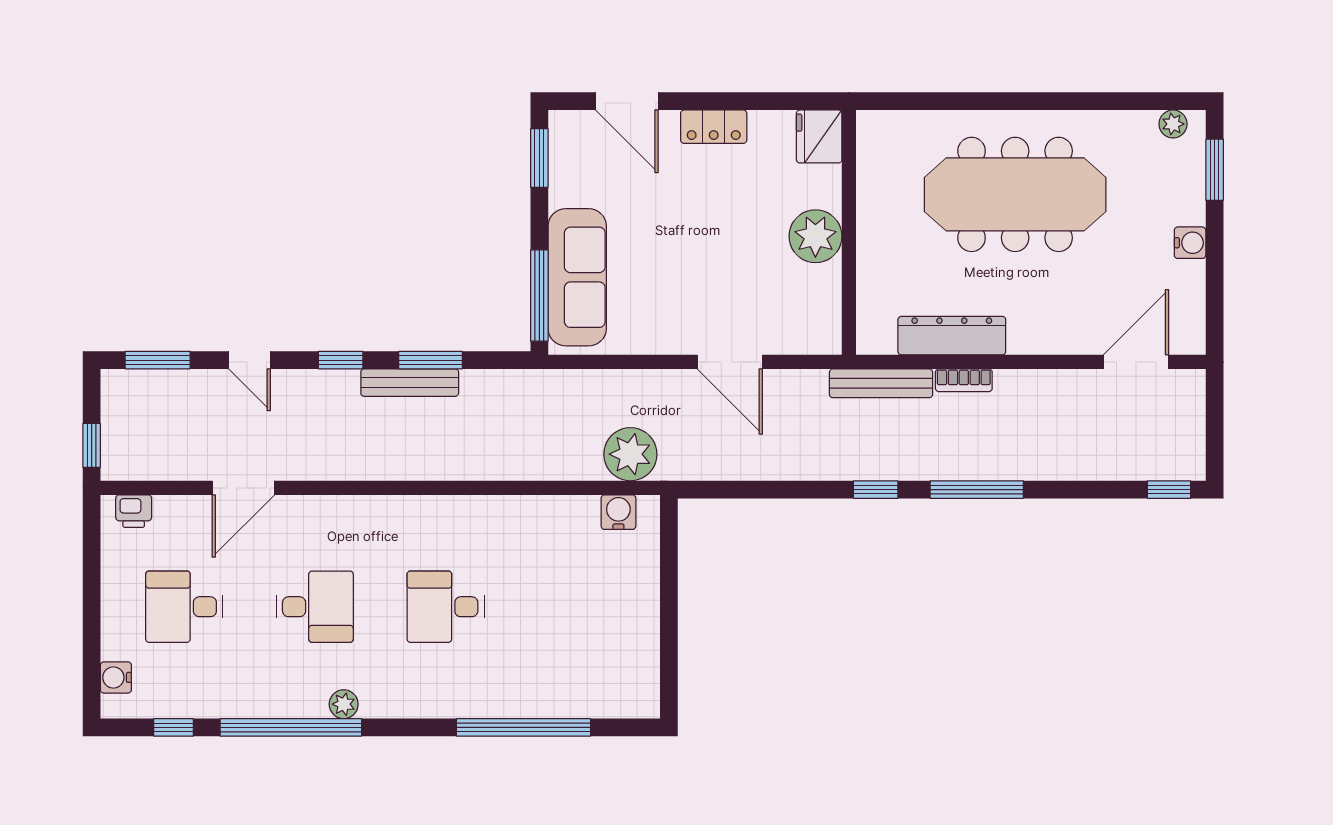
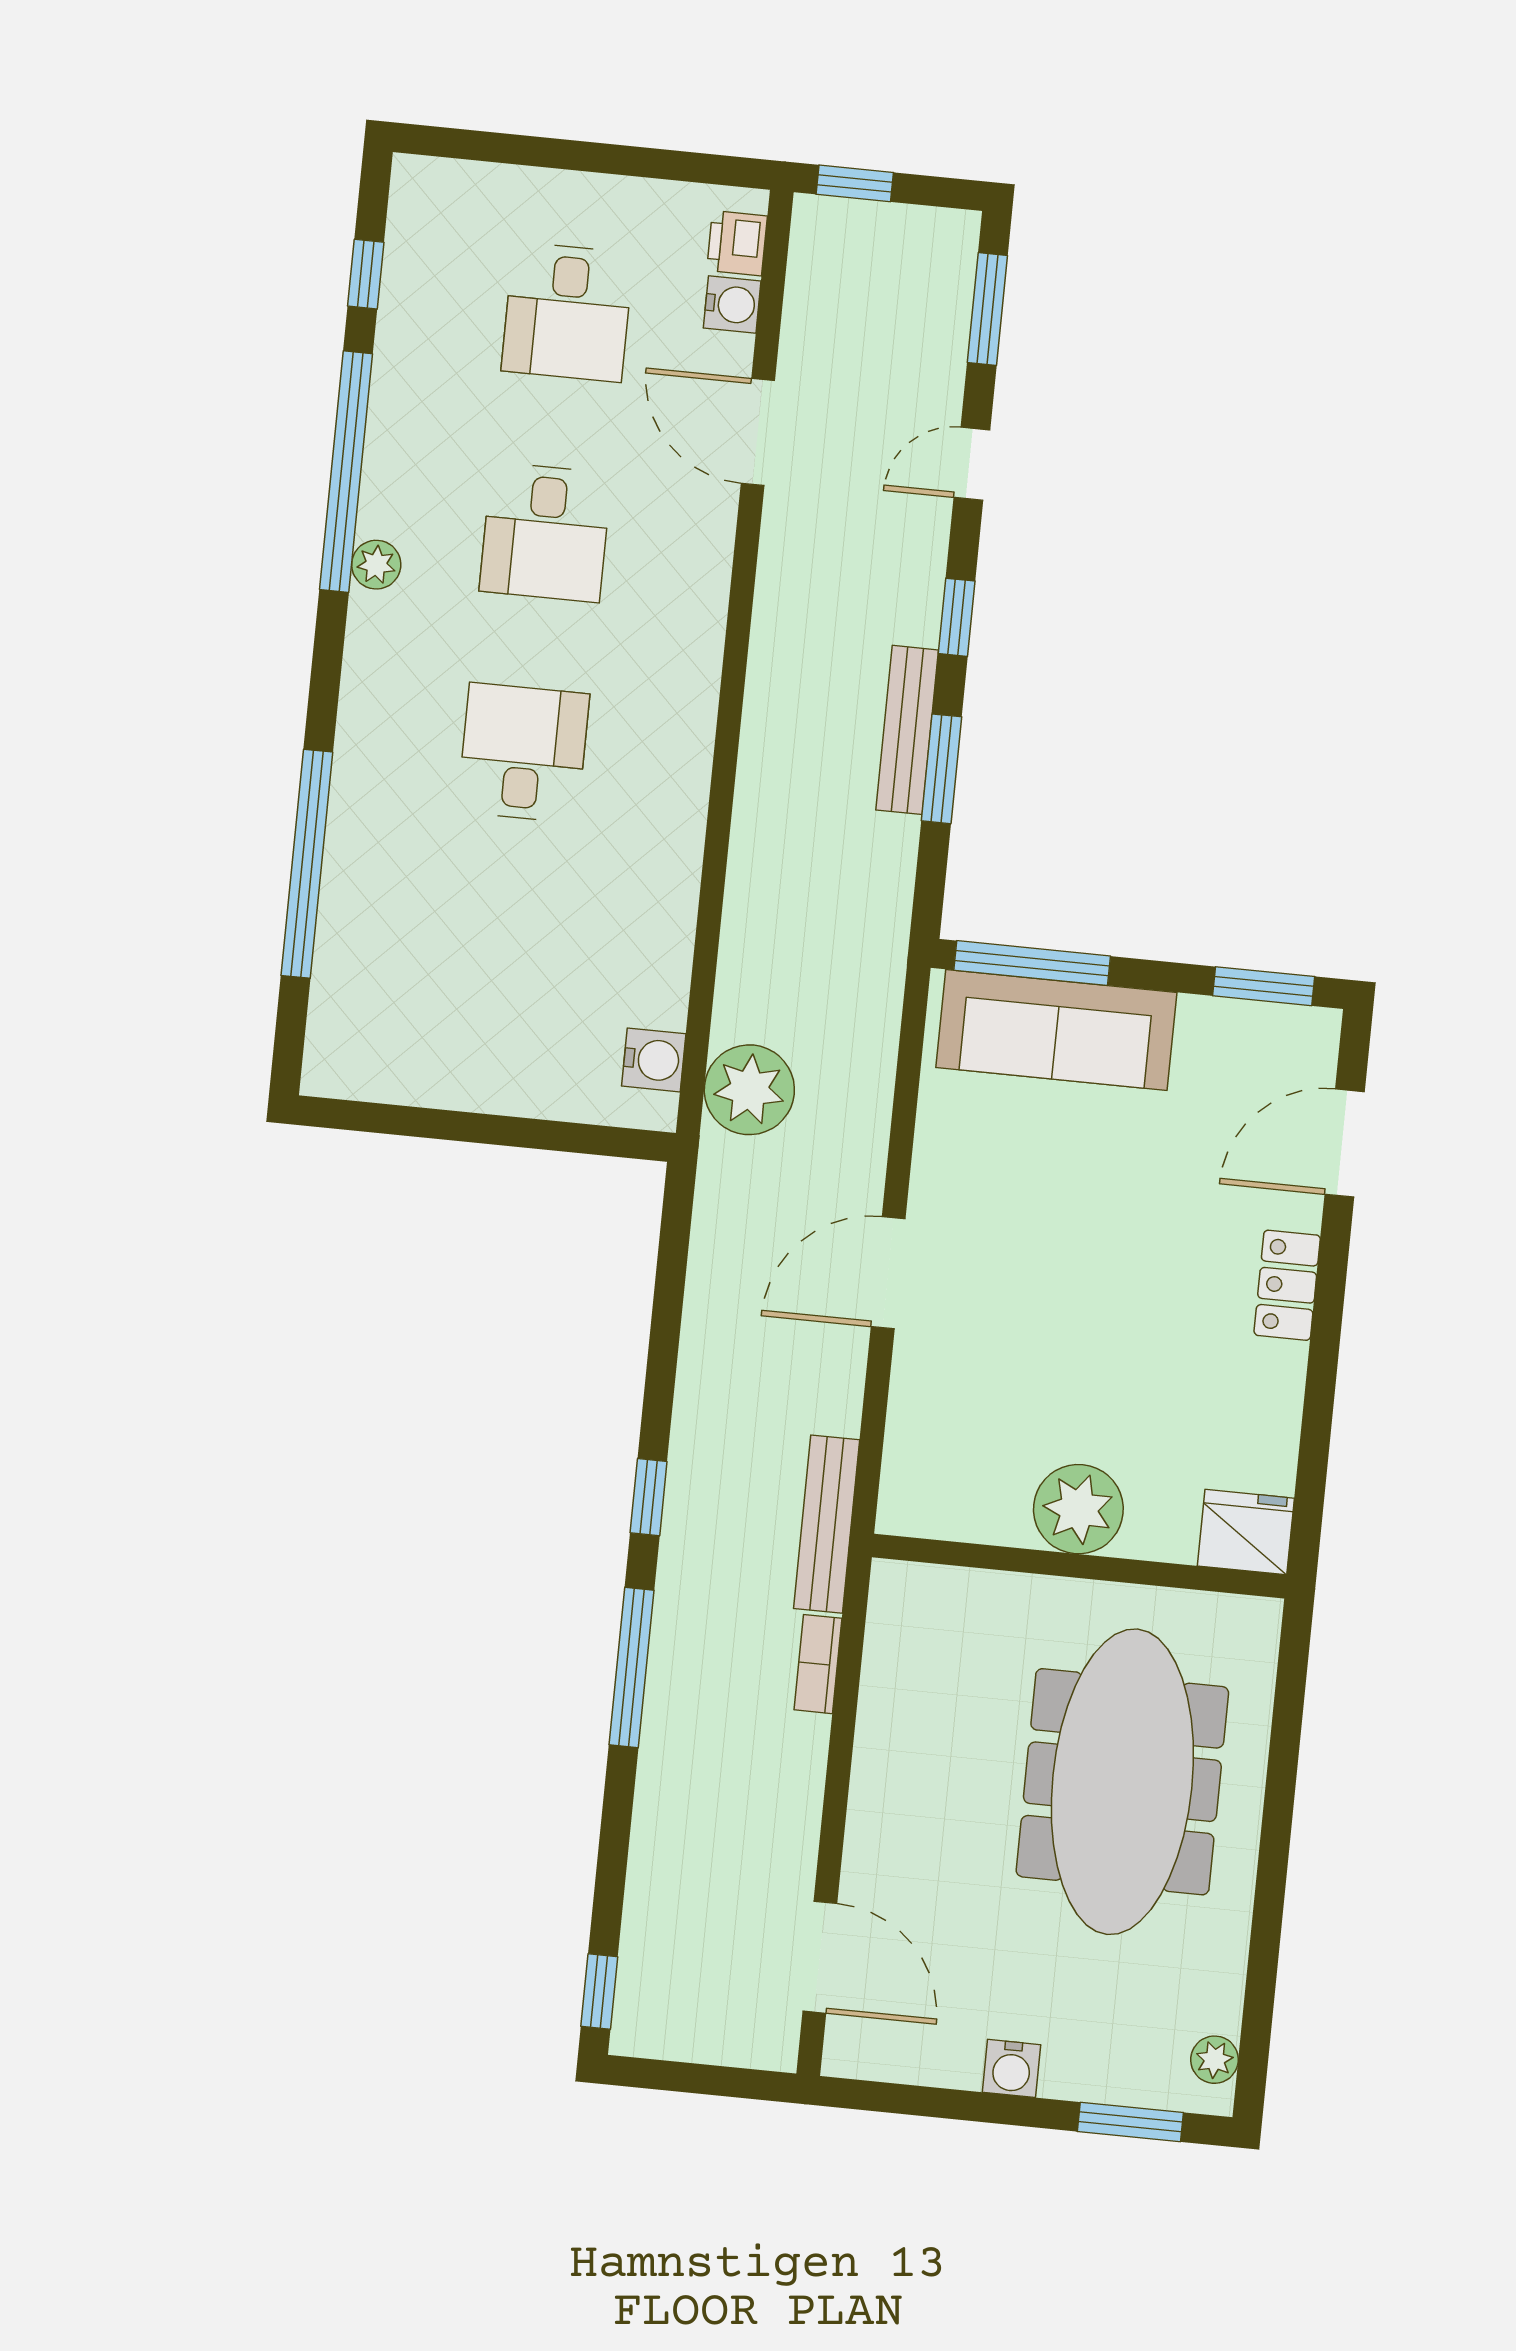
fridge: (819, 136) -> (1246, 1532), moved
wall: (849, 232) -> (1079, 1566), moved
plant: (815, 236) -> (1078, 1509), moved
dresser: (952, 336) -> (895, 1651), removed
desk: (184, 607) -> (567, 312), turned 180
water cooler: (116, 677) -> (732, 304), moved, turned 90

